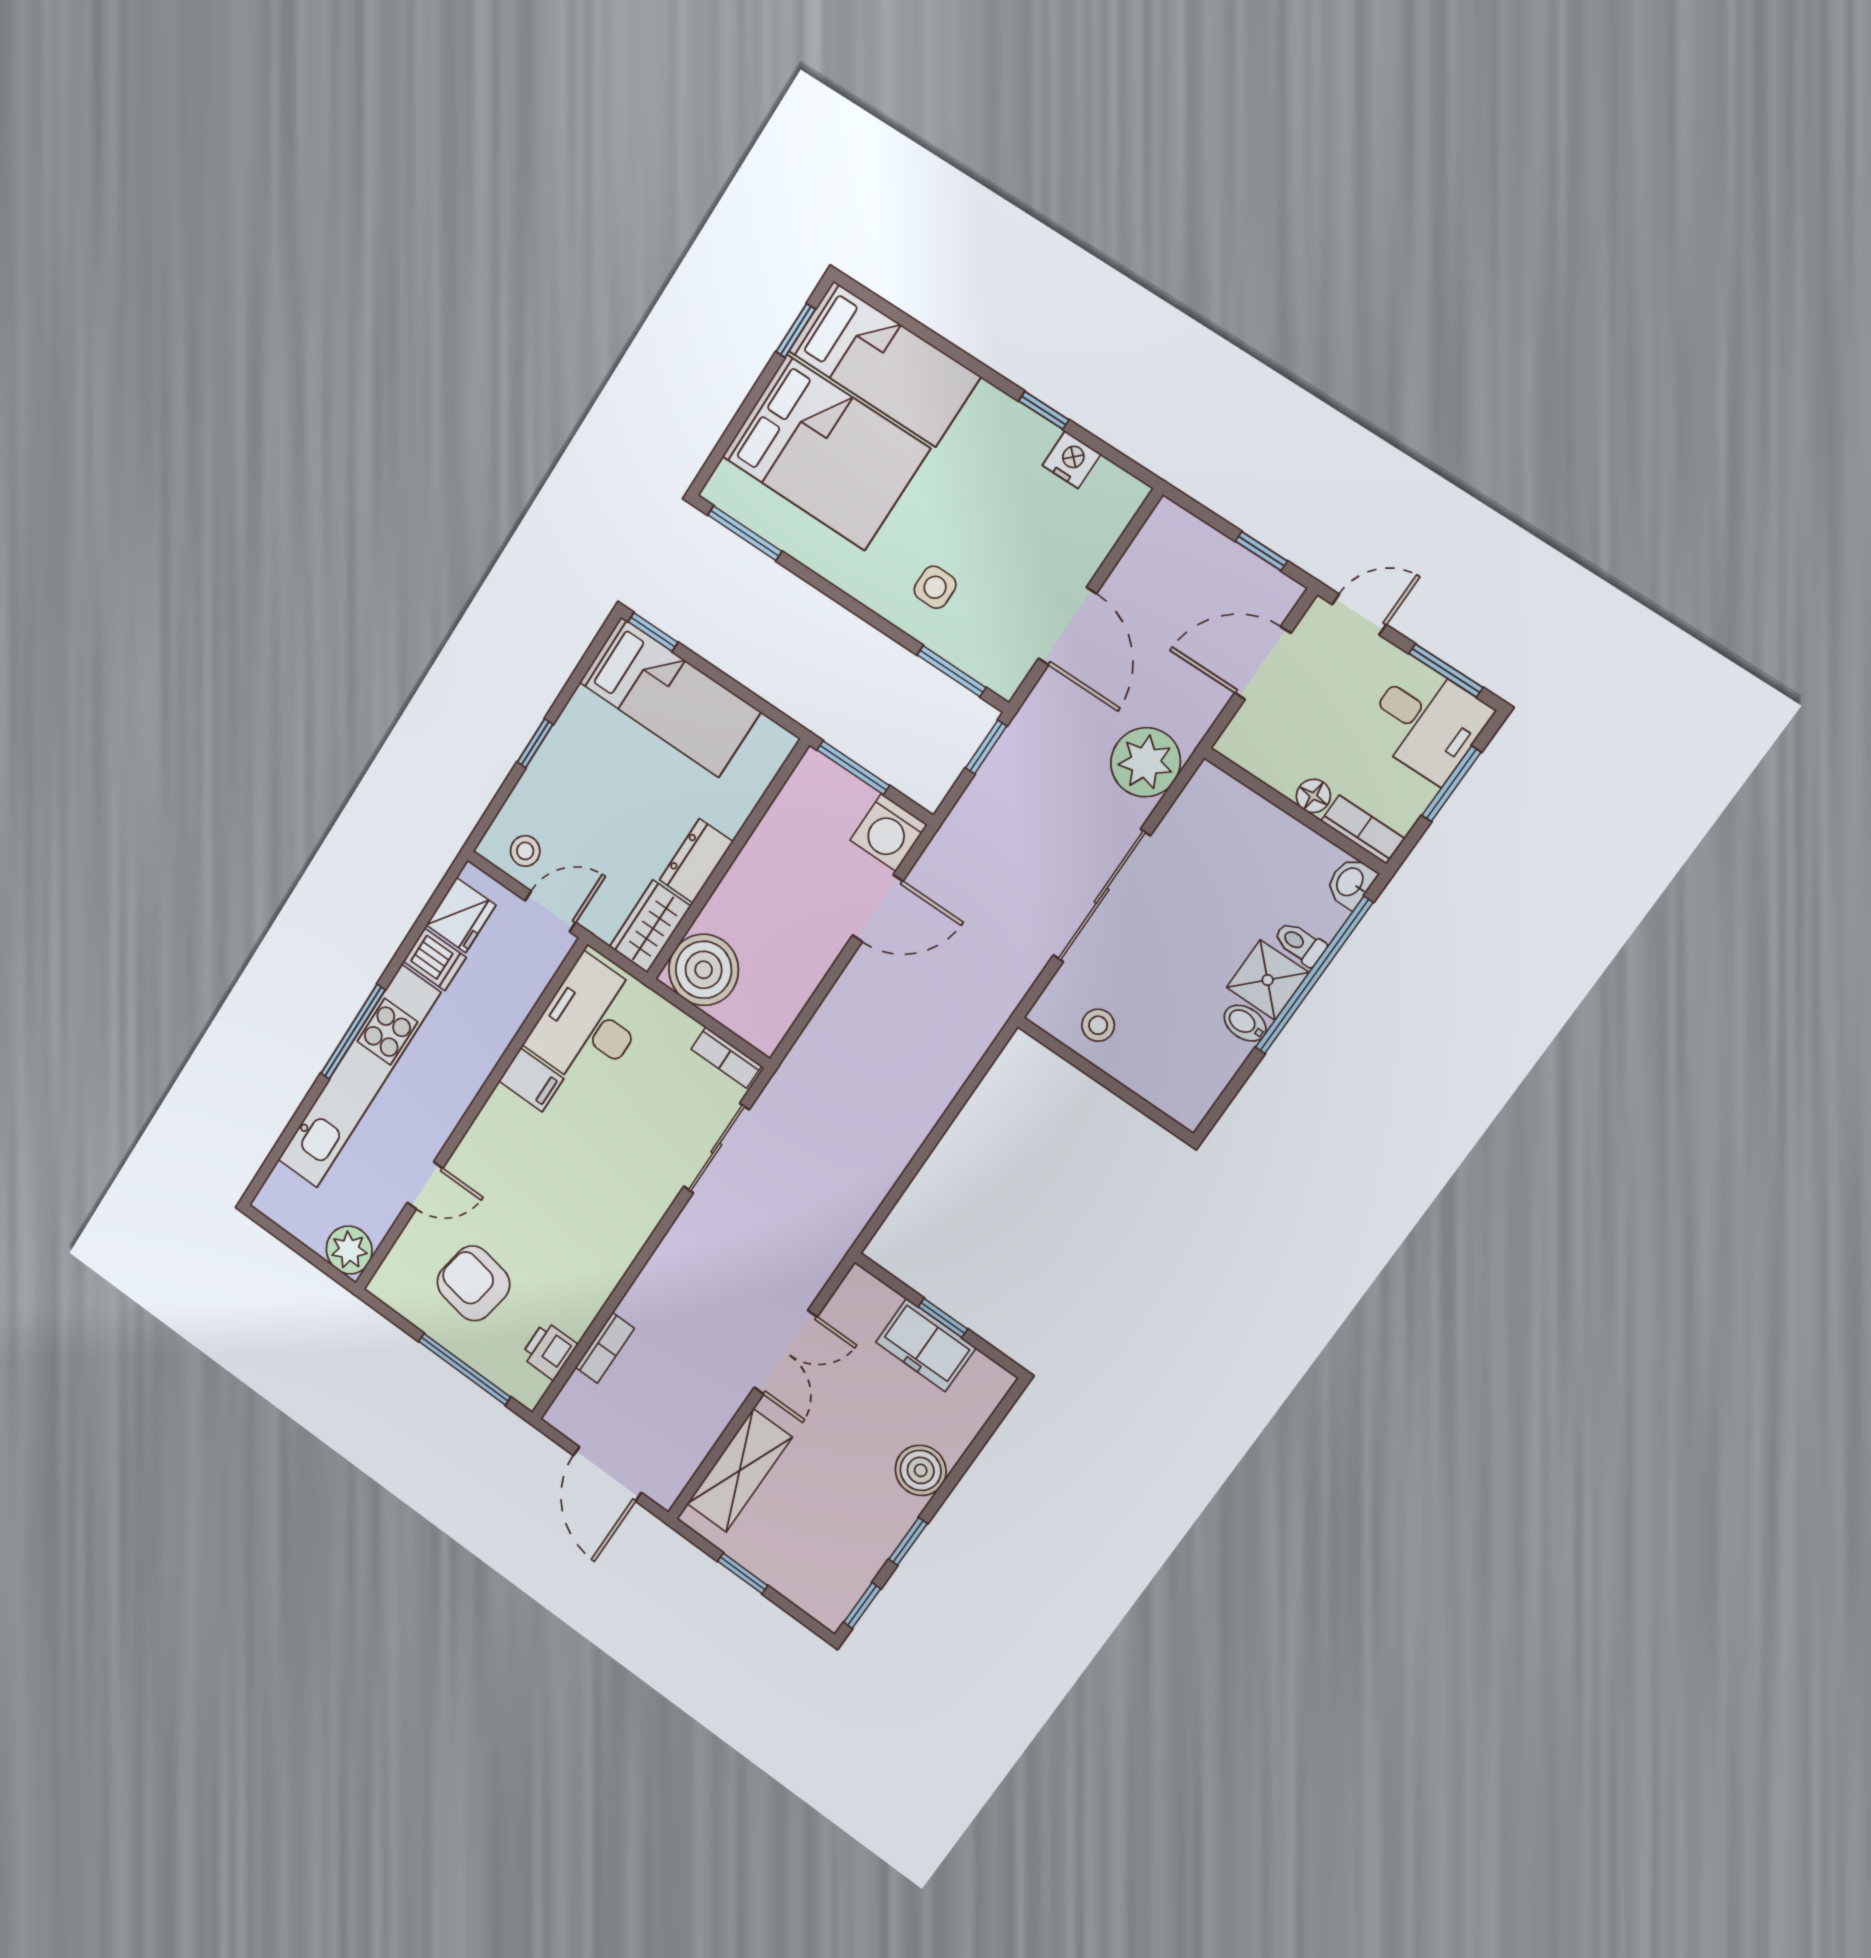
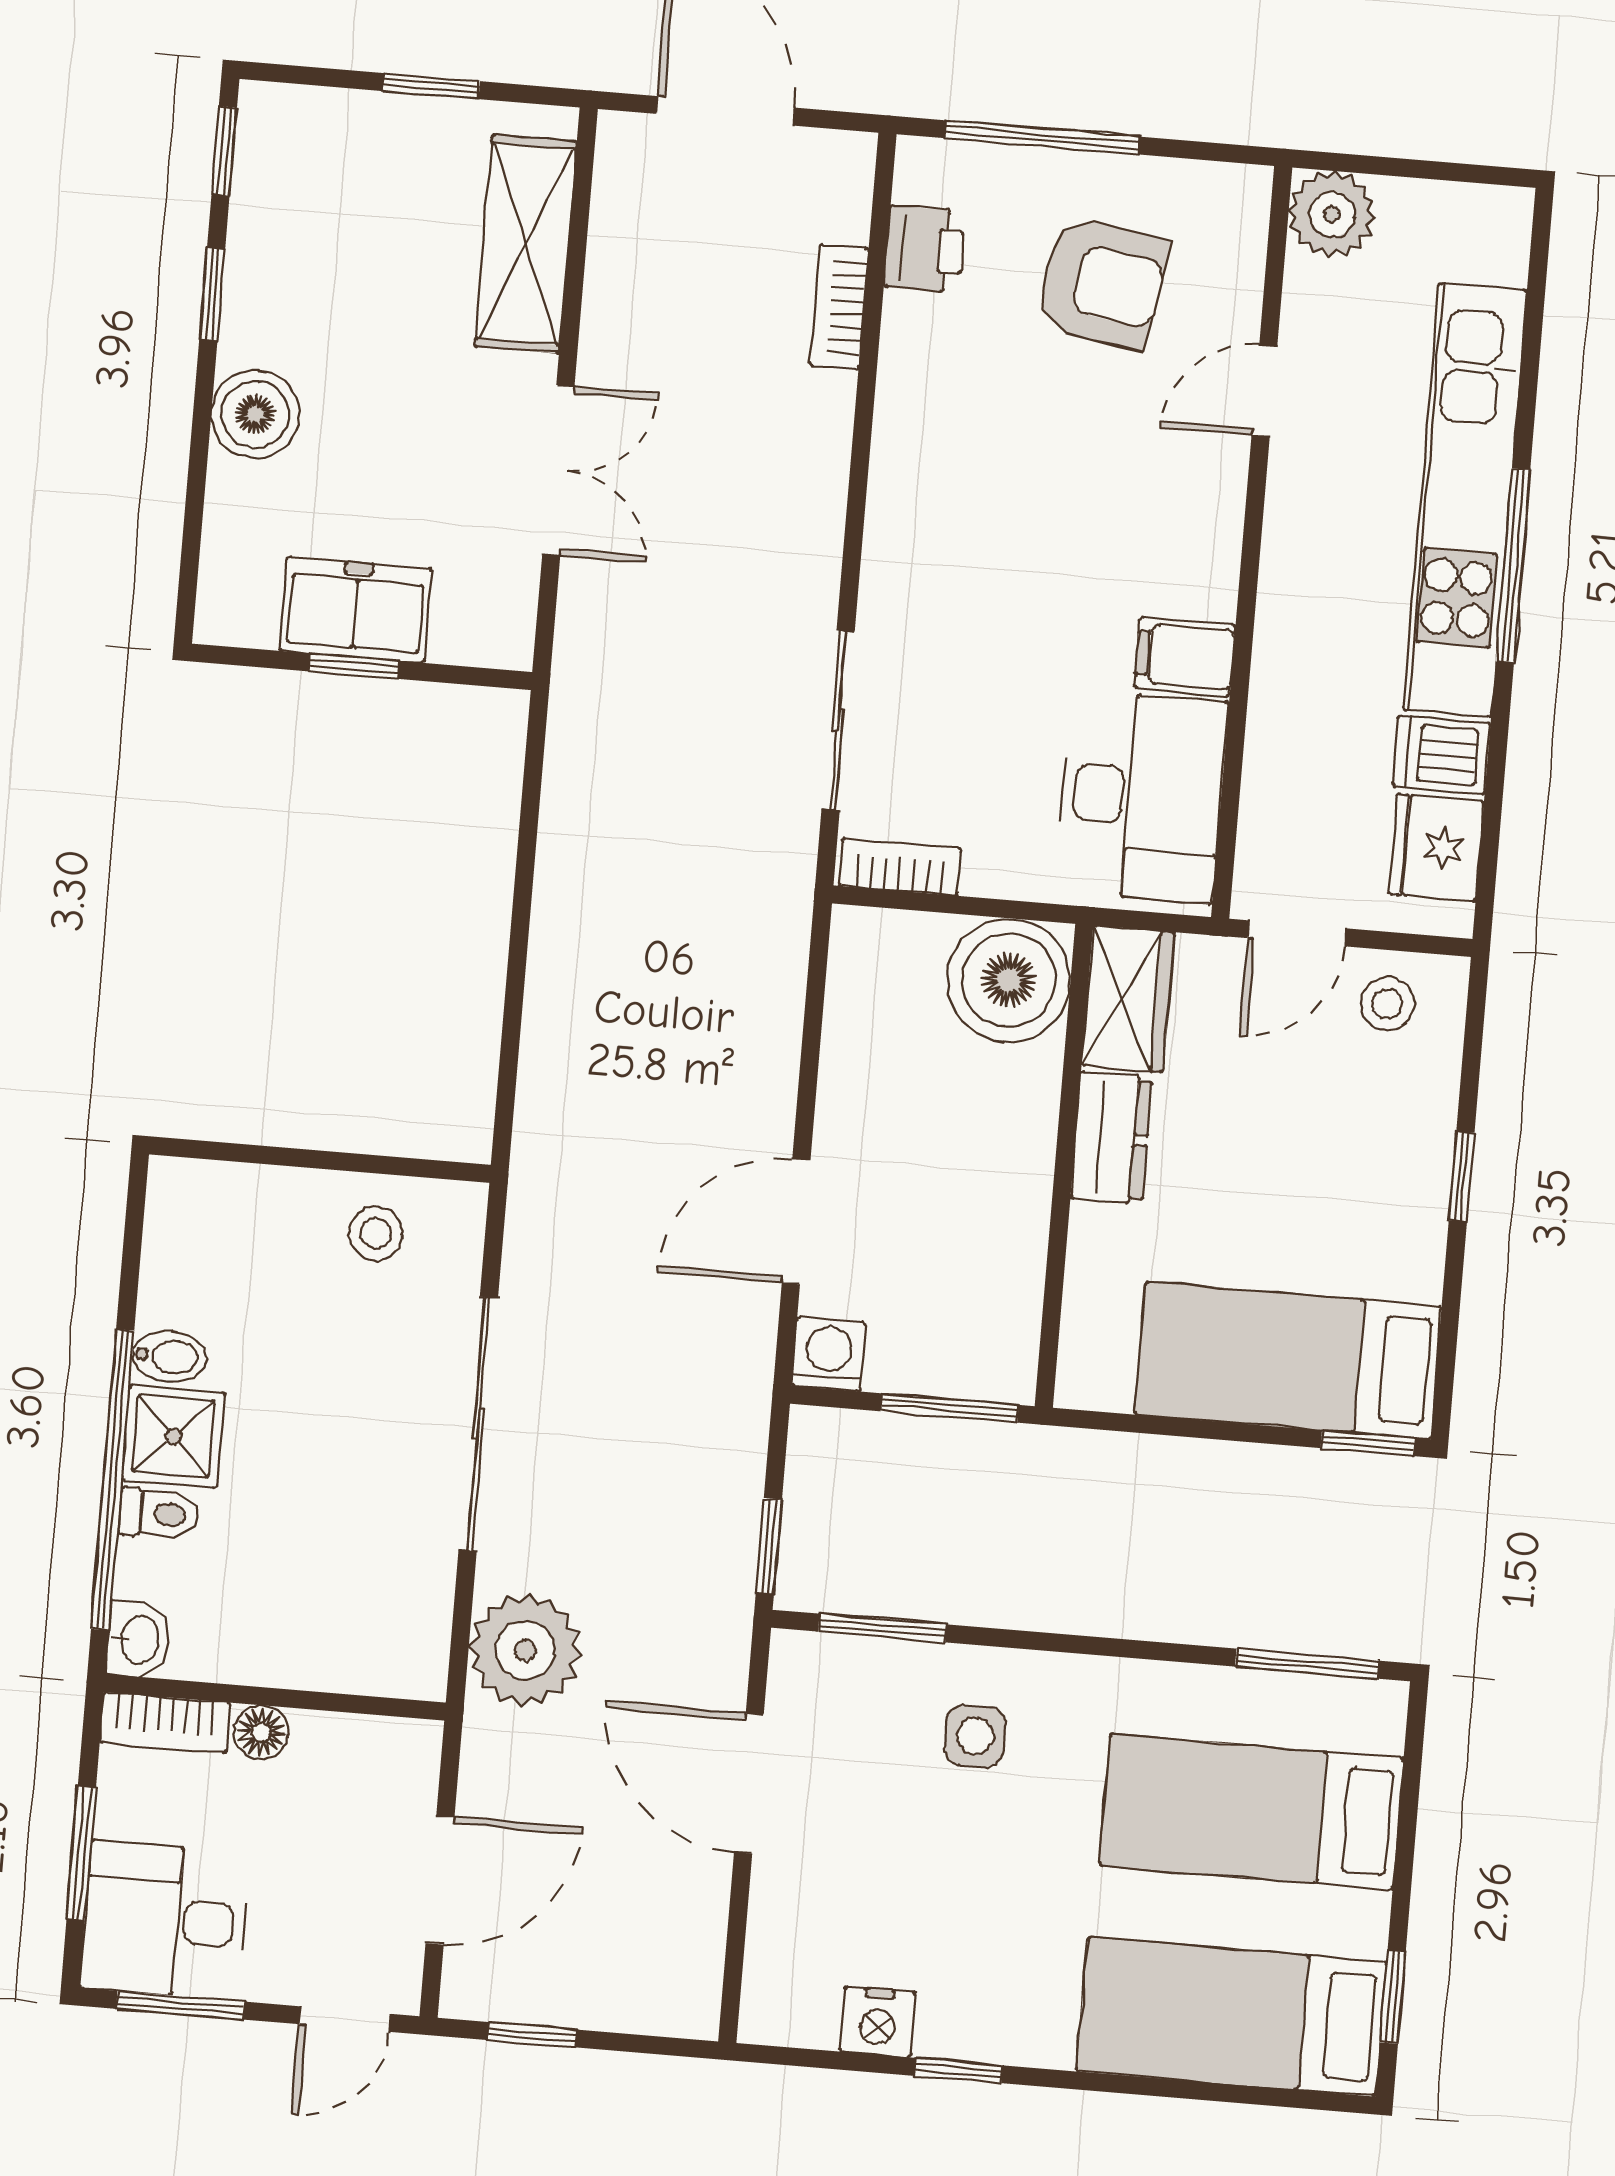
bed: (826, 452) -> (1252, 1812), width x0.67
washing machine: (889, 832) -> (829, 1354), width x0.73, depth x0.73
double door: (786, 1352) -> (558, 470), swing flipped

